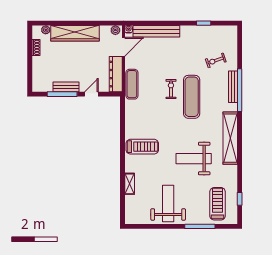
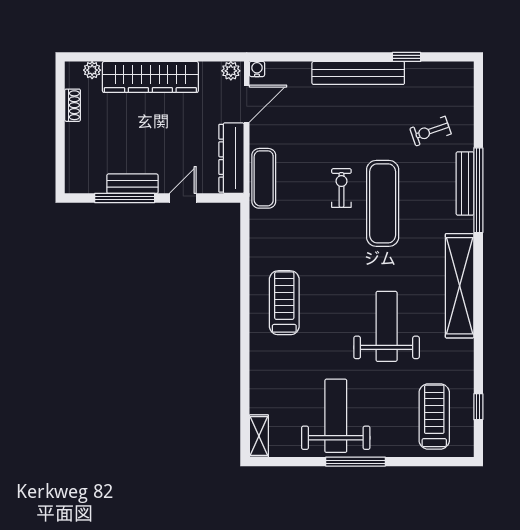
bench: (156, 31) -> (358, 73), moved
treadmill: (142, 147) -> (284, 303), turned -90
weight bench: (194, 159) -> (387, 326), turned 90
shelving: (130, 184) -> (259, 436), moved
window: (200, 226) -> (355, 462), moved

